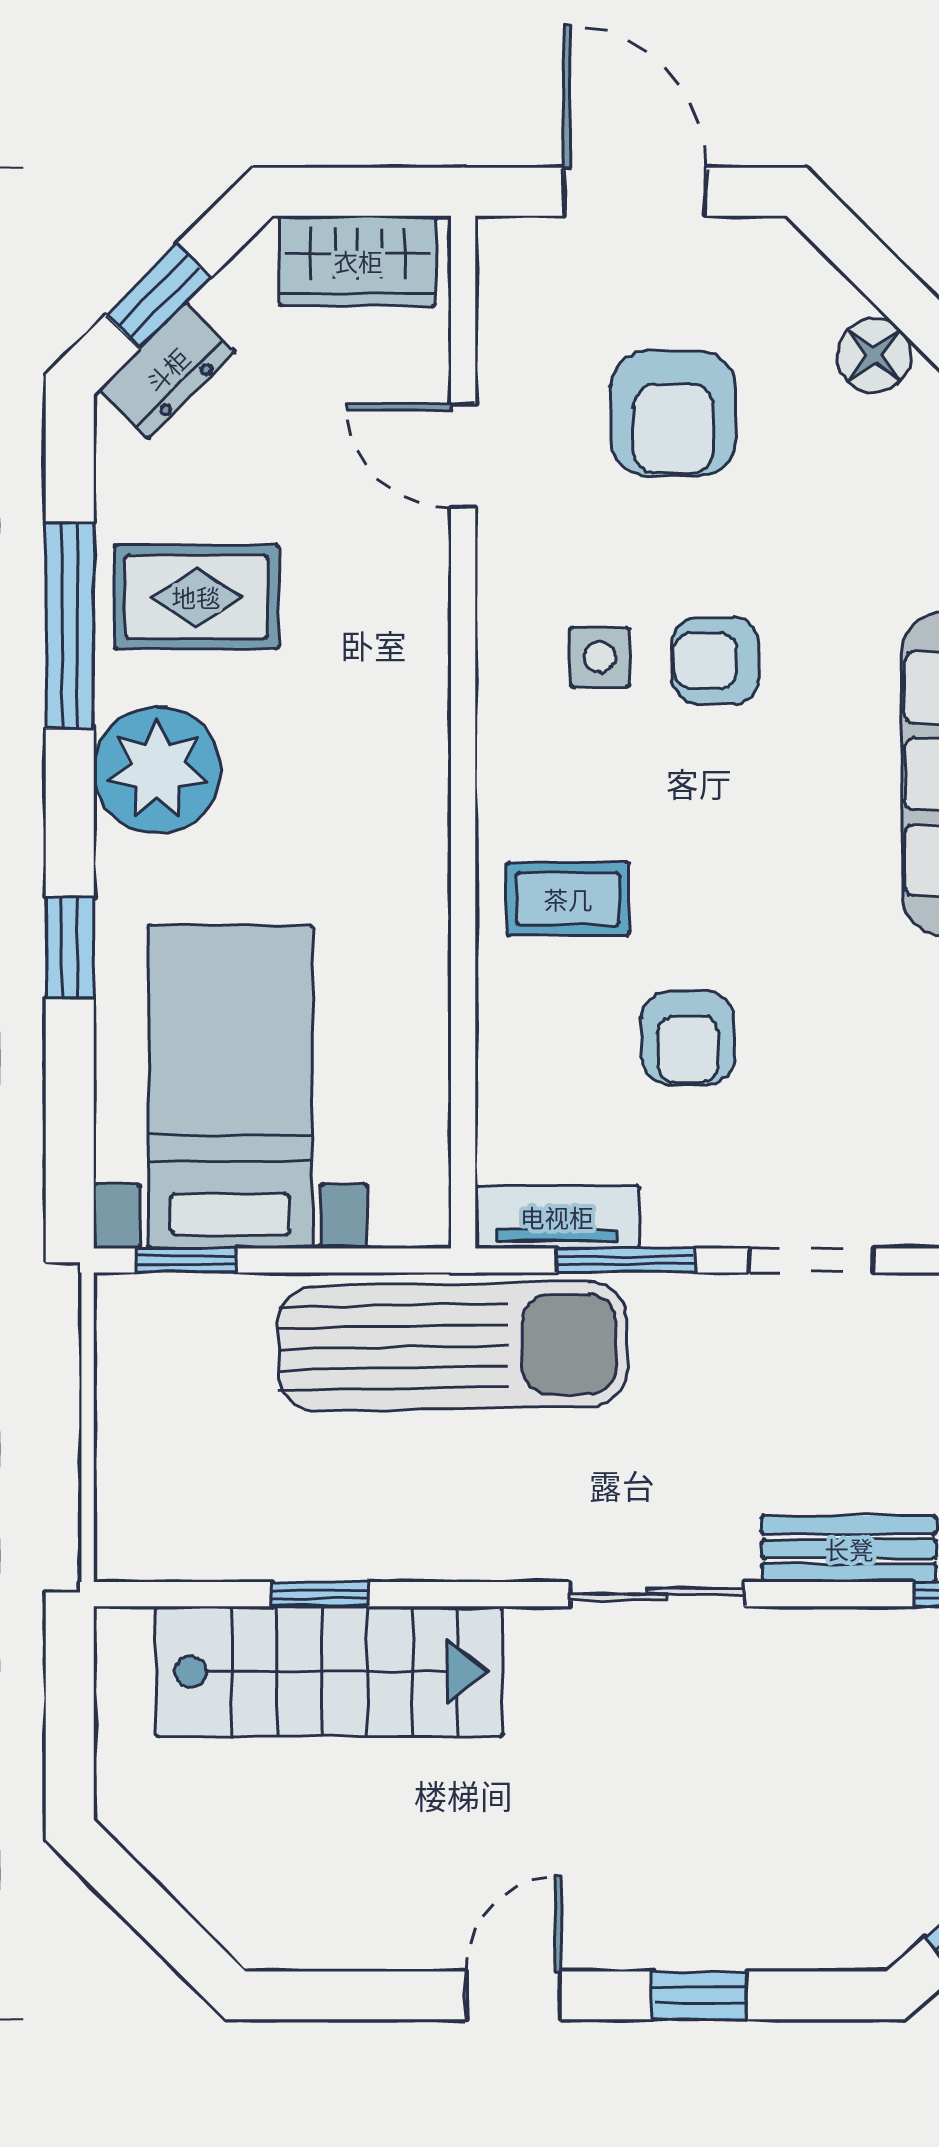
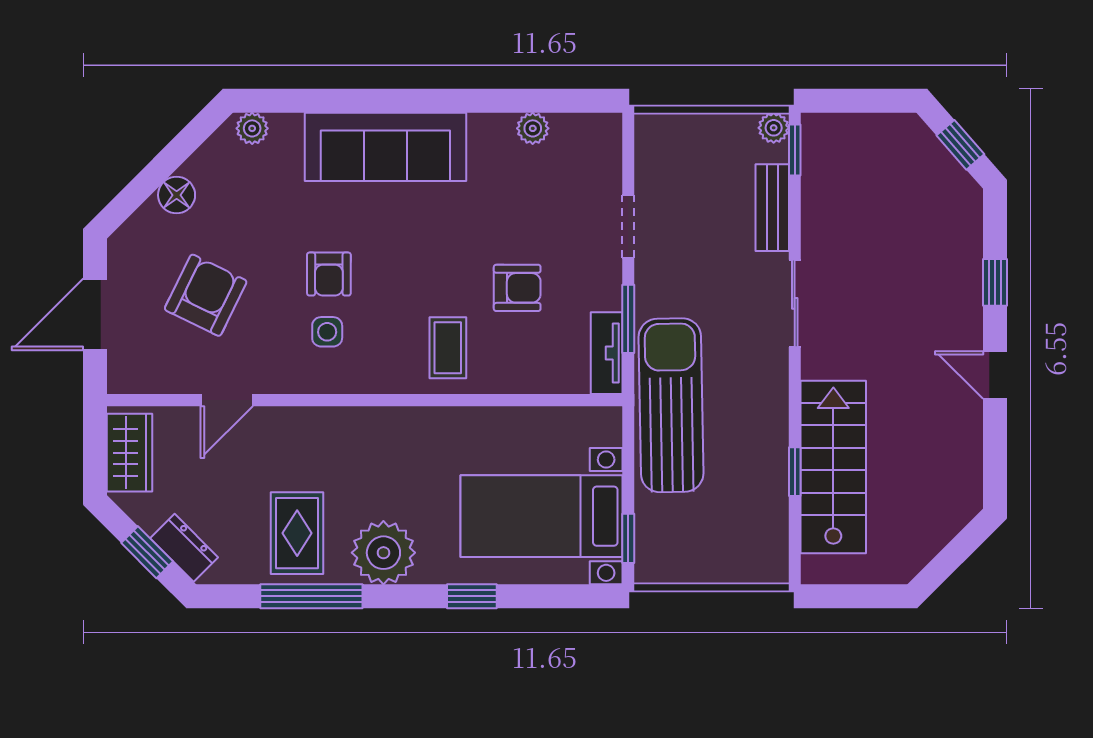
armchair: (673, 413) -> (206, 295), turned -64

